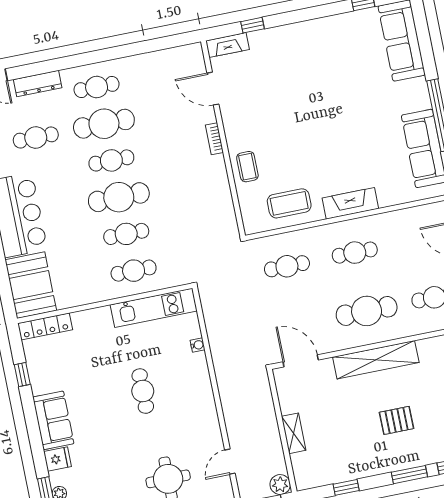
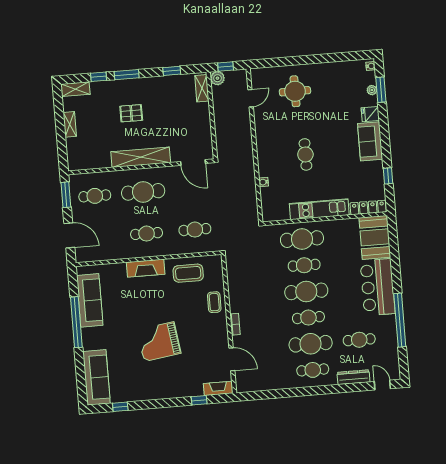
grand piano: (319, 102) -> (159, 342), added
cafe table: (134, 271) -> (302, 239), width x1.37, depth x1.35
kitchen unit: (154, 308) -> (319, 209), moved
shelving: (294, 433) -> (202, 88), moved

